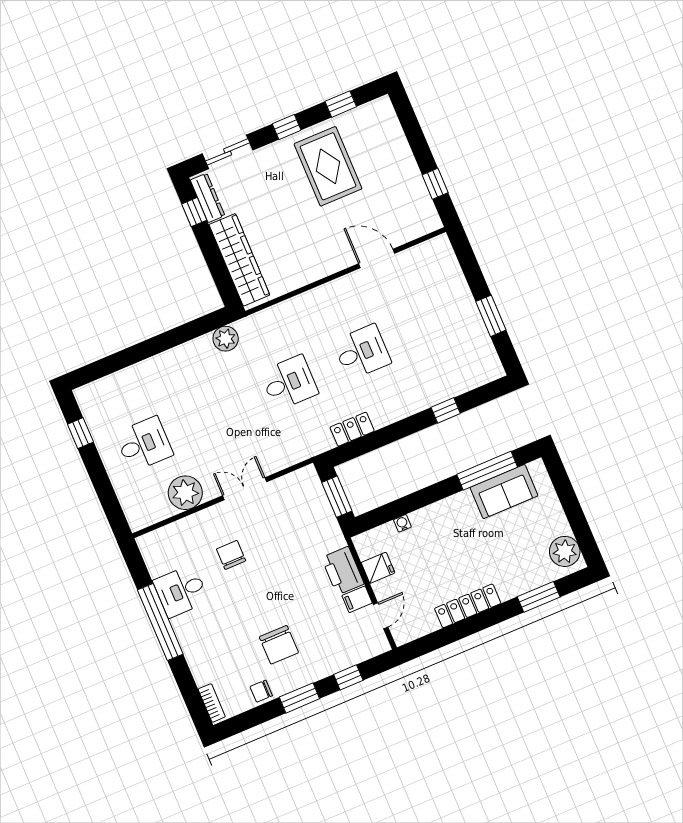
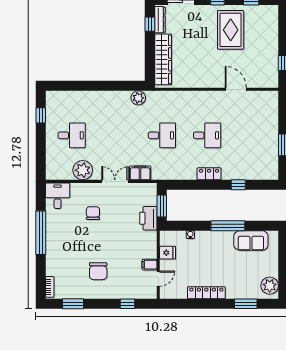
locker: (352, 429) -> (209, 174), moved
filing cabinet: (280, 458) -> (140, 173), added
window: (487, 471) -> (228, 226), moved
printer: (343, 571) -> (148, 218), moved
desk: (181, 591) -> (58, 196), moved, turned 90
chair: (261, 691) -> (79, 292), removed
window: (299, 698) -> (73, 304), moved

